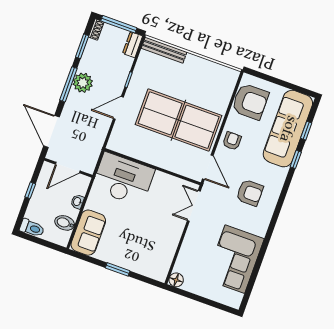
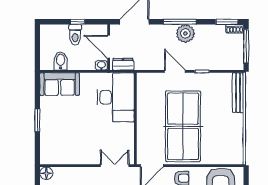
dresser: (133, 45) -> (123, 64), moved
window: (82, 46) -> (227, 22), moved
washbasin: (77, 202) -> (101, 65), moved
toilet: (32, 228) -> (75, 35), moved

